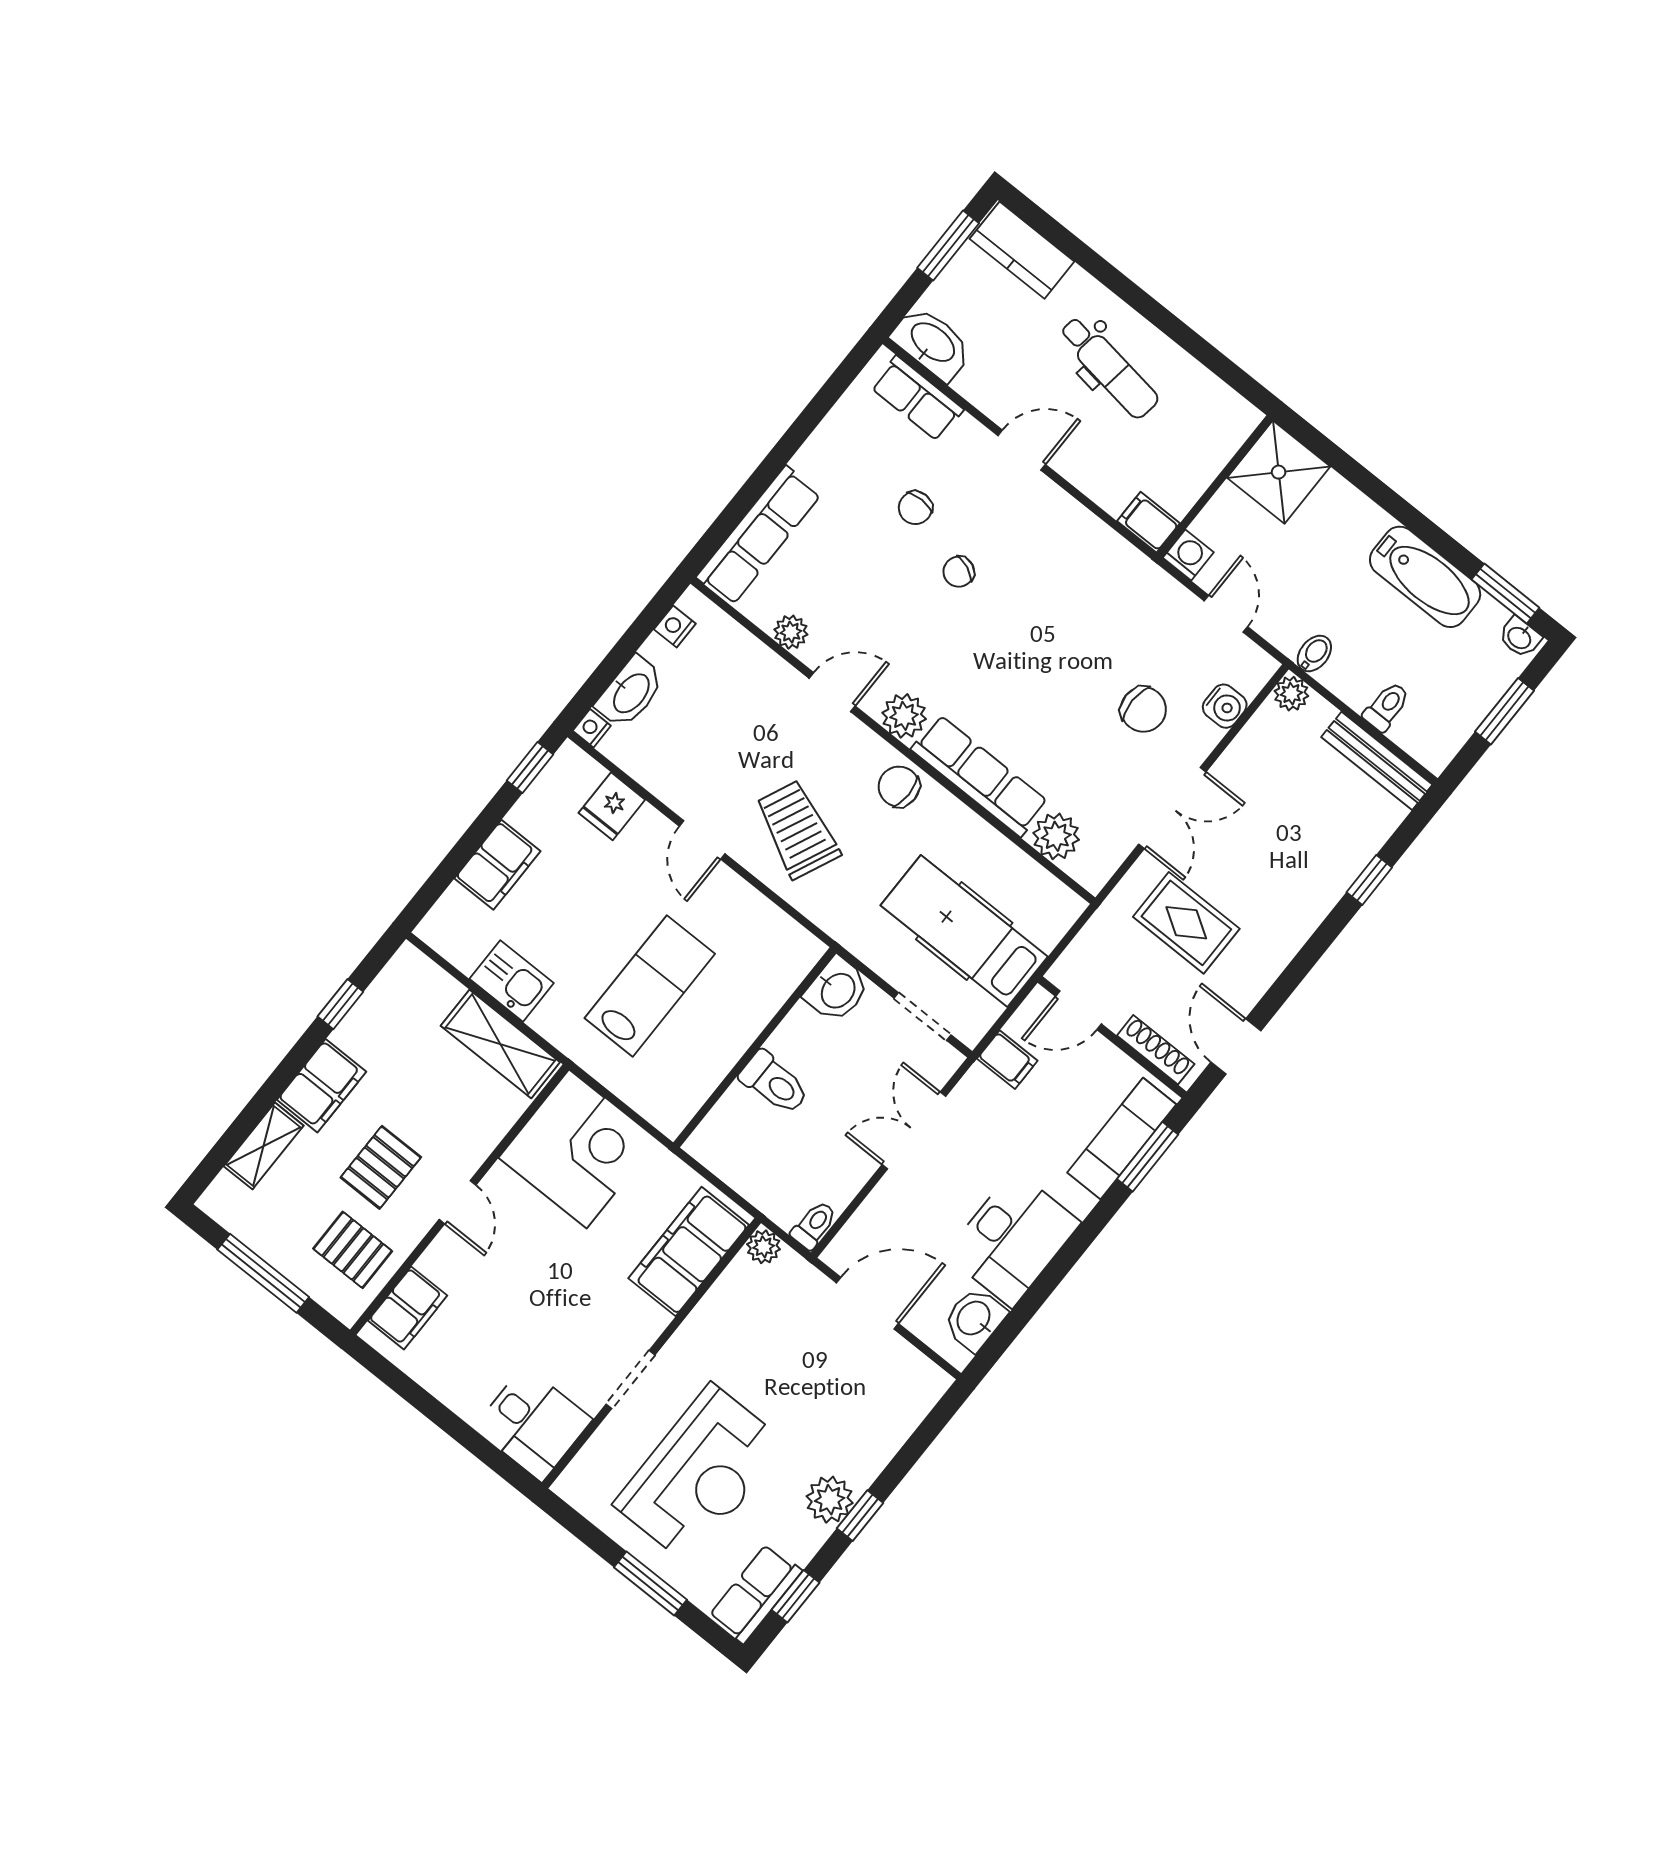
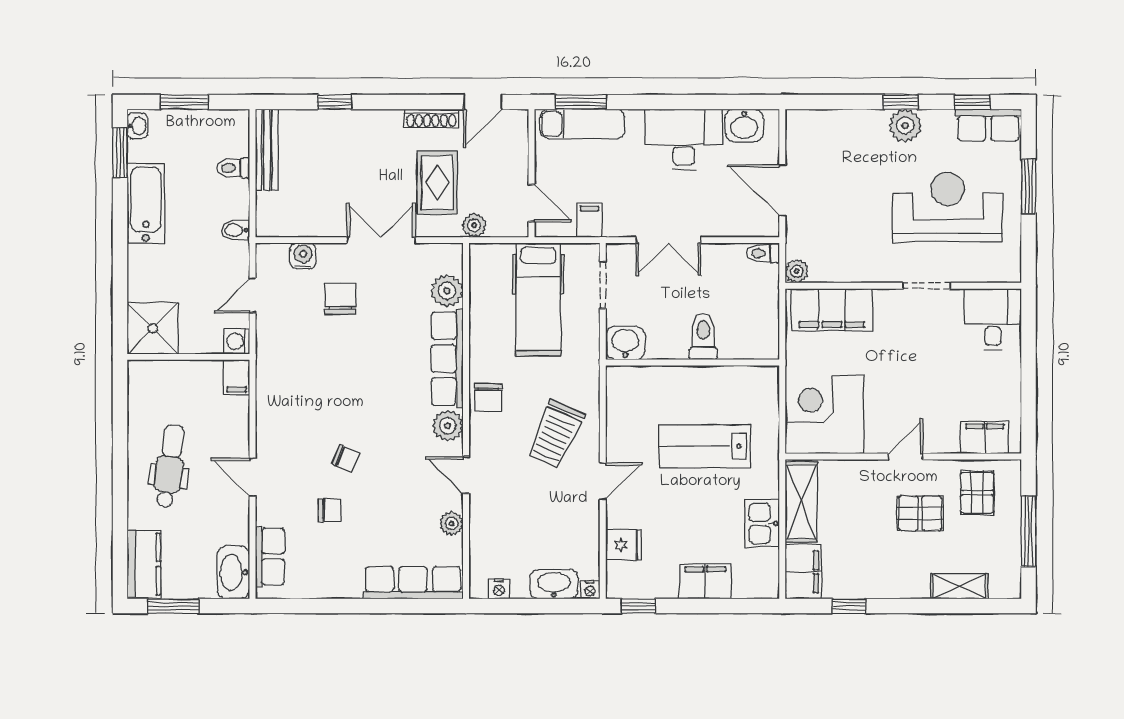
plant: (1291, 694) -> (474, 225), moved
shoe rack: (1156, 1050) -> (431, 118), moved, turned -90
filing cabinet: (322, 1086) -> (803, 572), moved, turned 90

